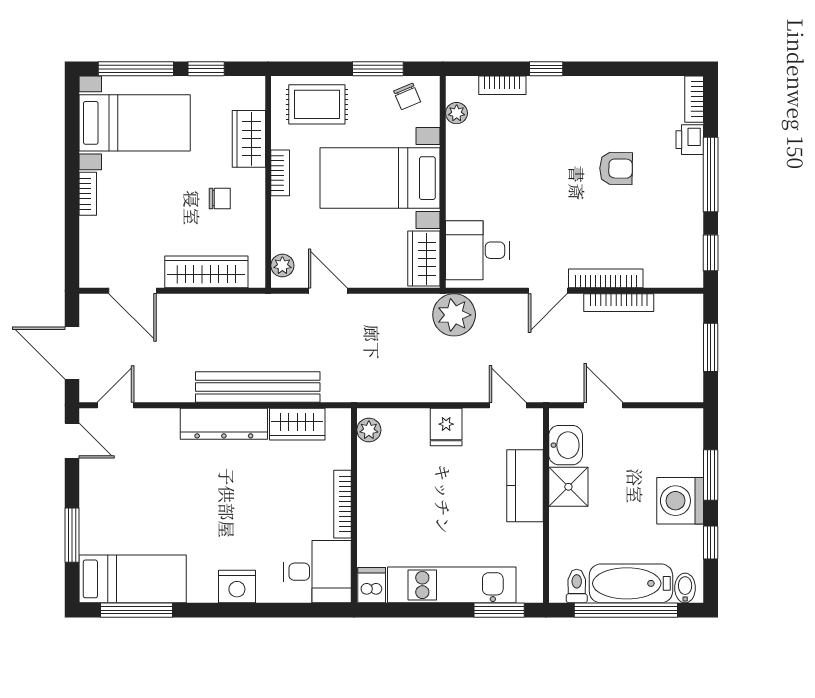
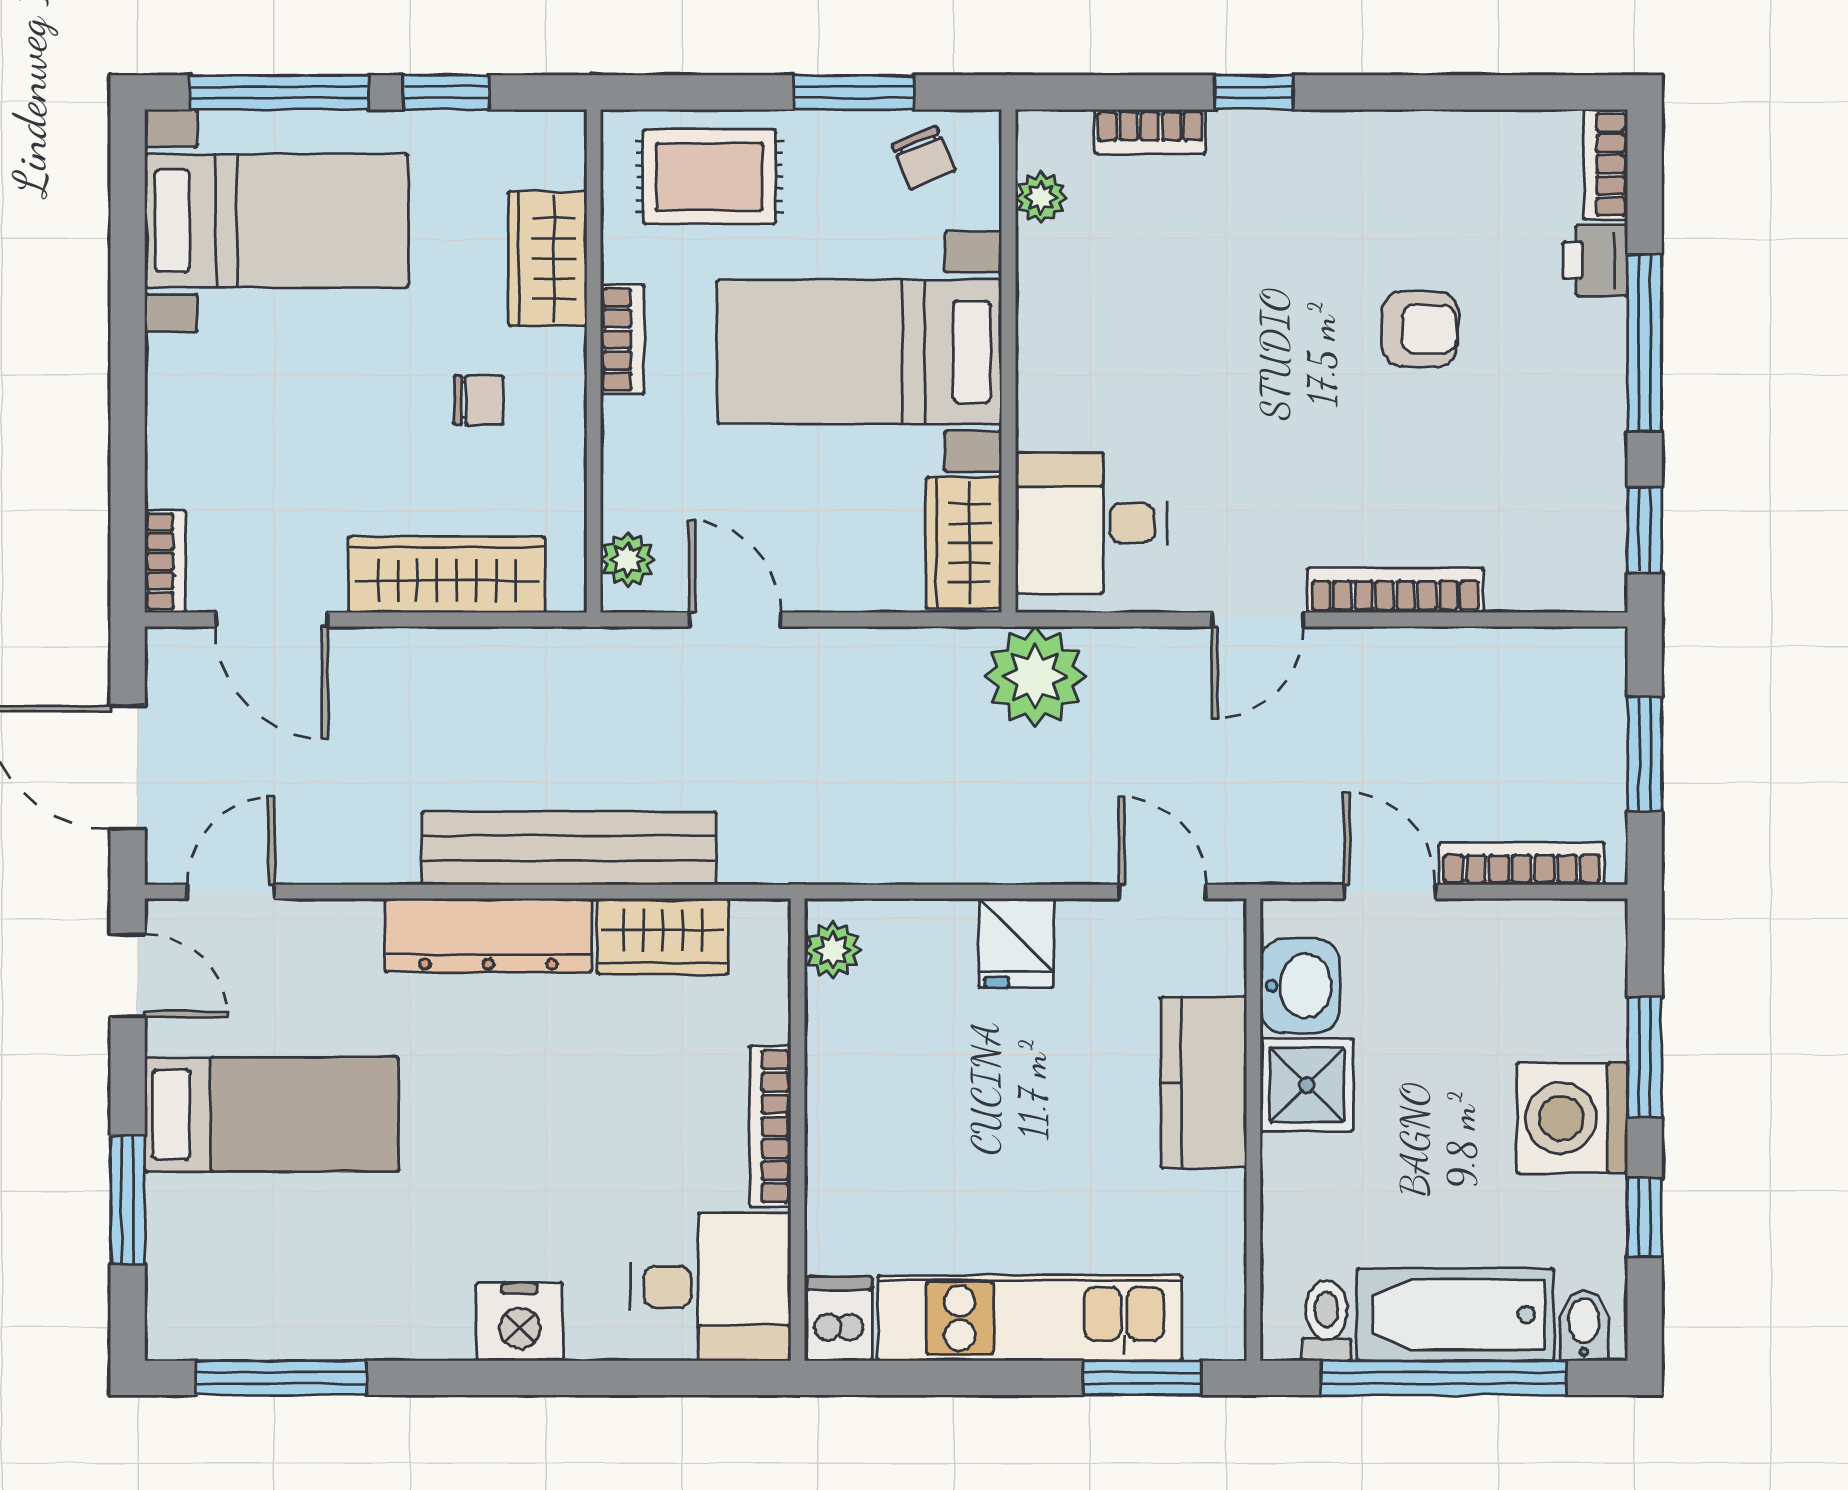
bookcase: (88, 194) -> (165, 561), moved
bookcase: (619, 303) -> (1522, 864), moved, turned 180
bed: (133, 579) -> (272, 1114), moved

